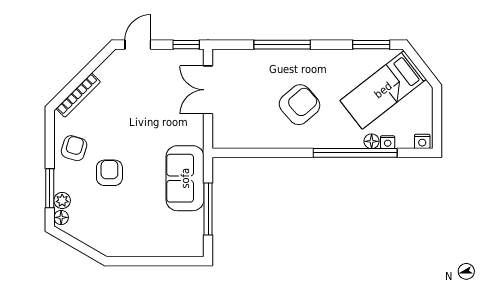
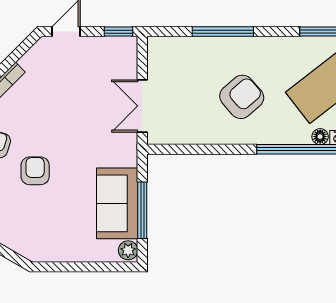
double door: (208, 90) -> (142, 106), moved
sofa: (185, 178) -> (117, 203), moved
plant: (195, 246) -> (128, 250), added

